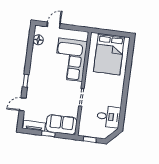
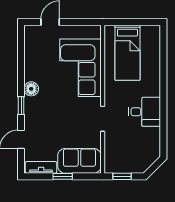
floor lamp: (38, 40) -> (31, 89), moved
bed: (109, 54) -> (127, 53), width x0.67
desk: (109, 117) -> (145, 112), moved

